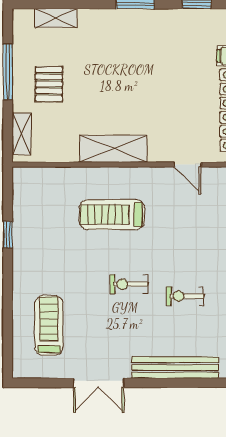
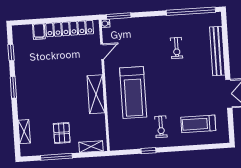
pallet: (49, 84) -> (62, 133), turned 90
treadmill: (112, 215) -> (133, 93), width x1.37, depth x1.37
exercise bike: (129, 284) -> (161, 127), moved

